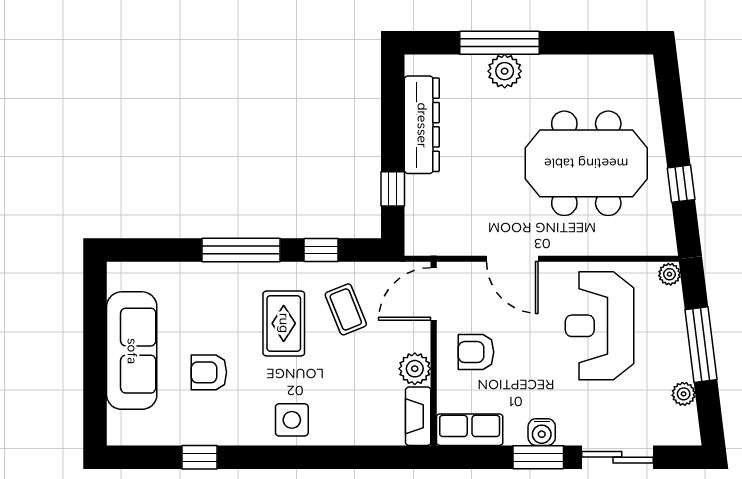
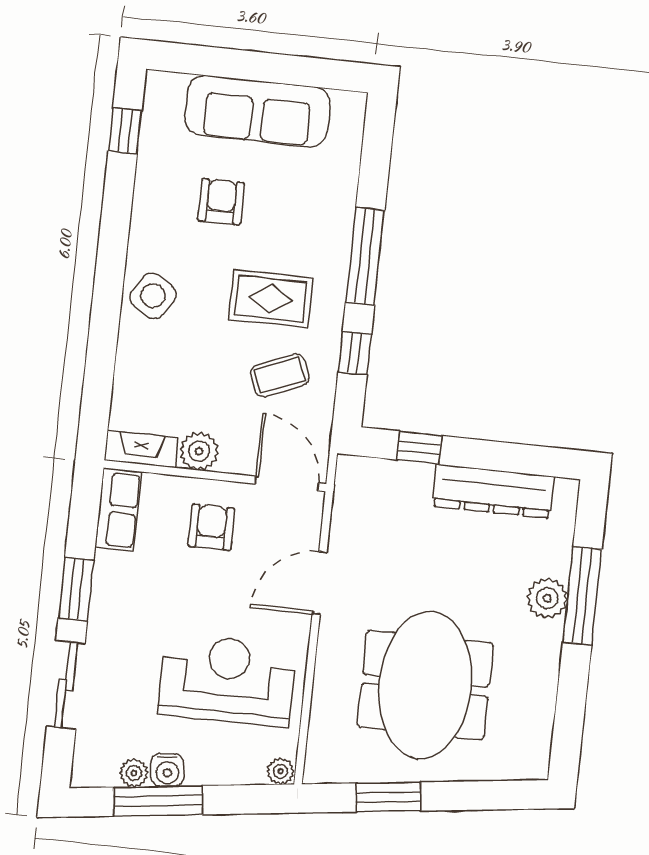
window: (681, 184) -> (388, 797), width x1.50
window: (701, 345) -> (158, 801), moved
side table: (292, 420) -> (153, 296), turned 33
water cooler: (542, 432) -> (167, 770), moved, turned -97
window: (199, 457) -> (125, 131), moved

